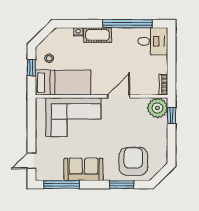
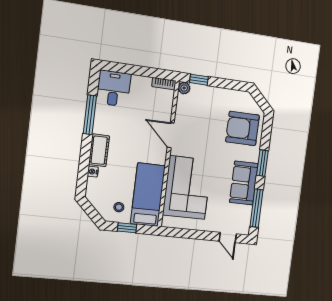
window: (127, 24) -> (90, 115), width x0.68
plant: (157, 108) -> (184, 88), width x0.53, depth x0.53
window: (122, 185) -> (262, 163), moved

